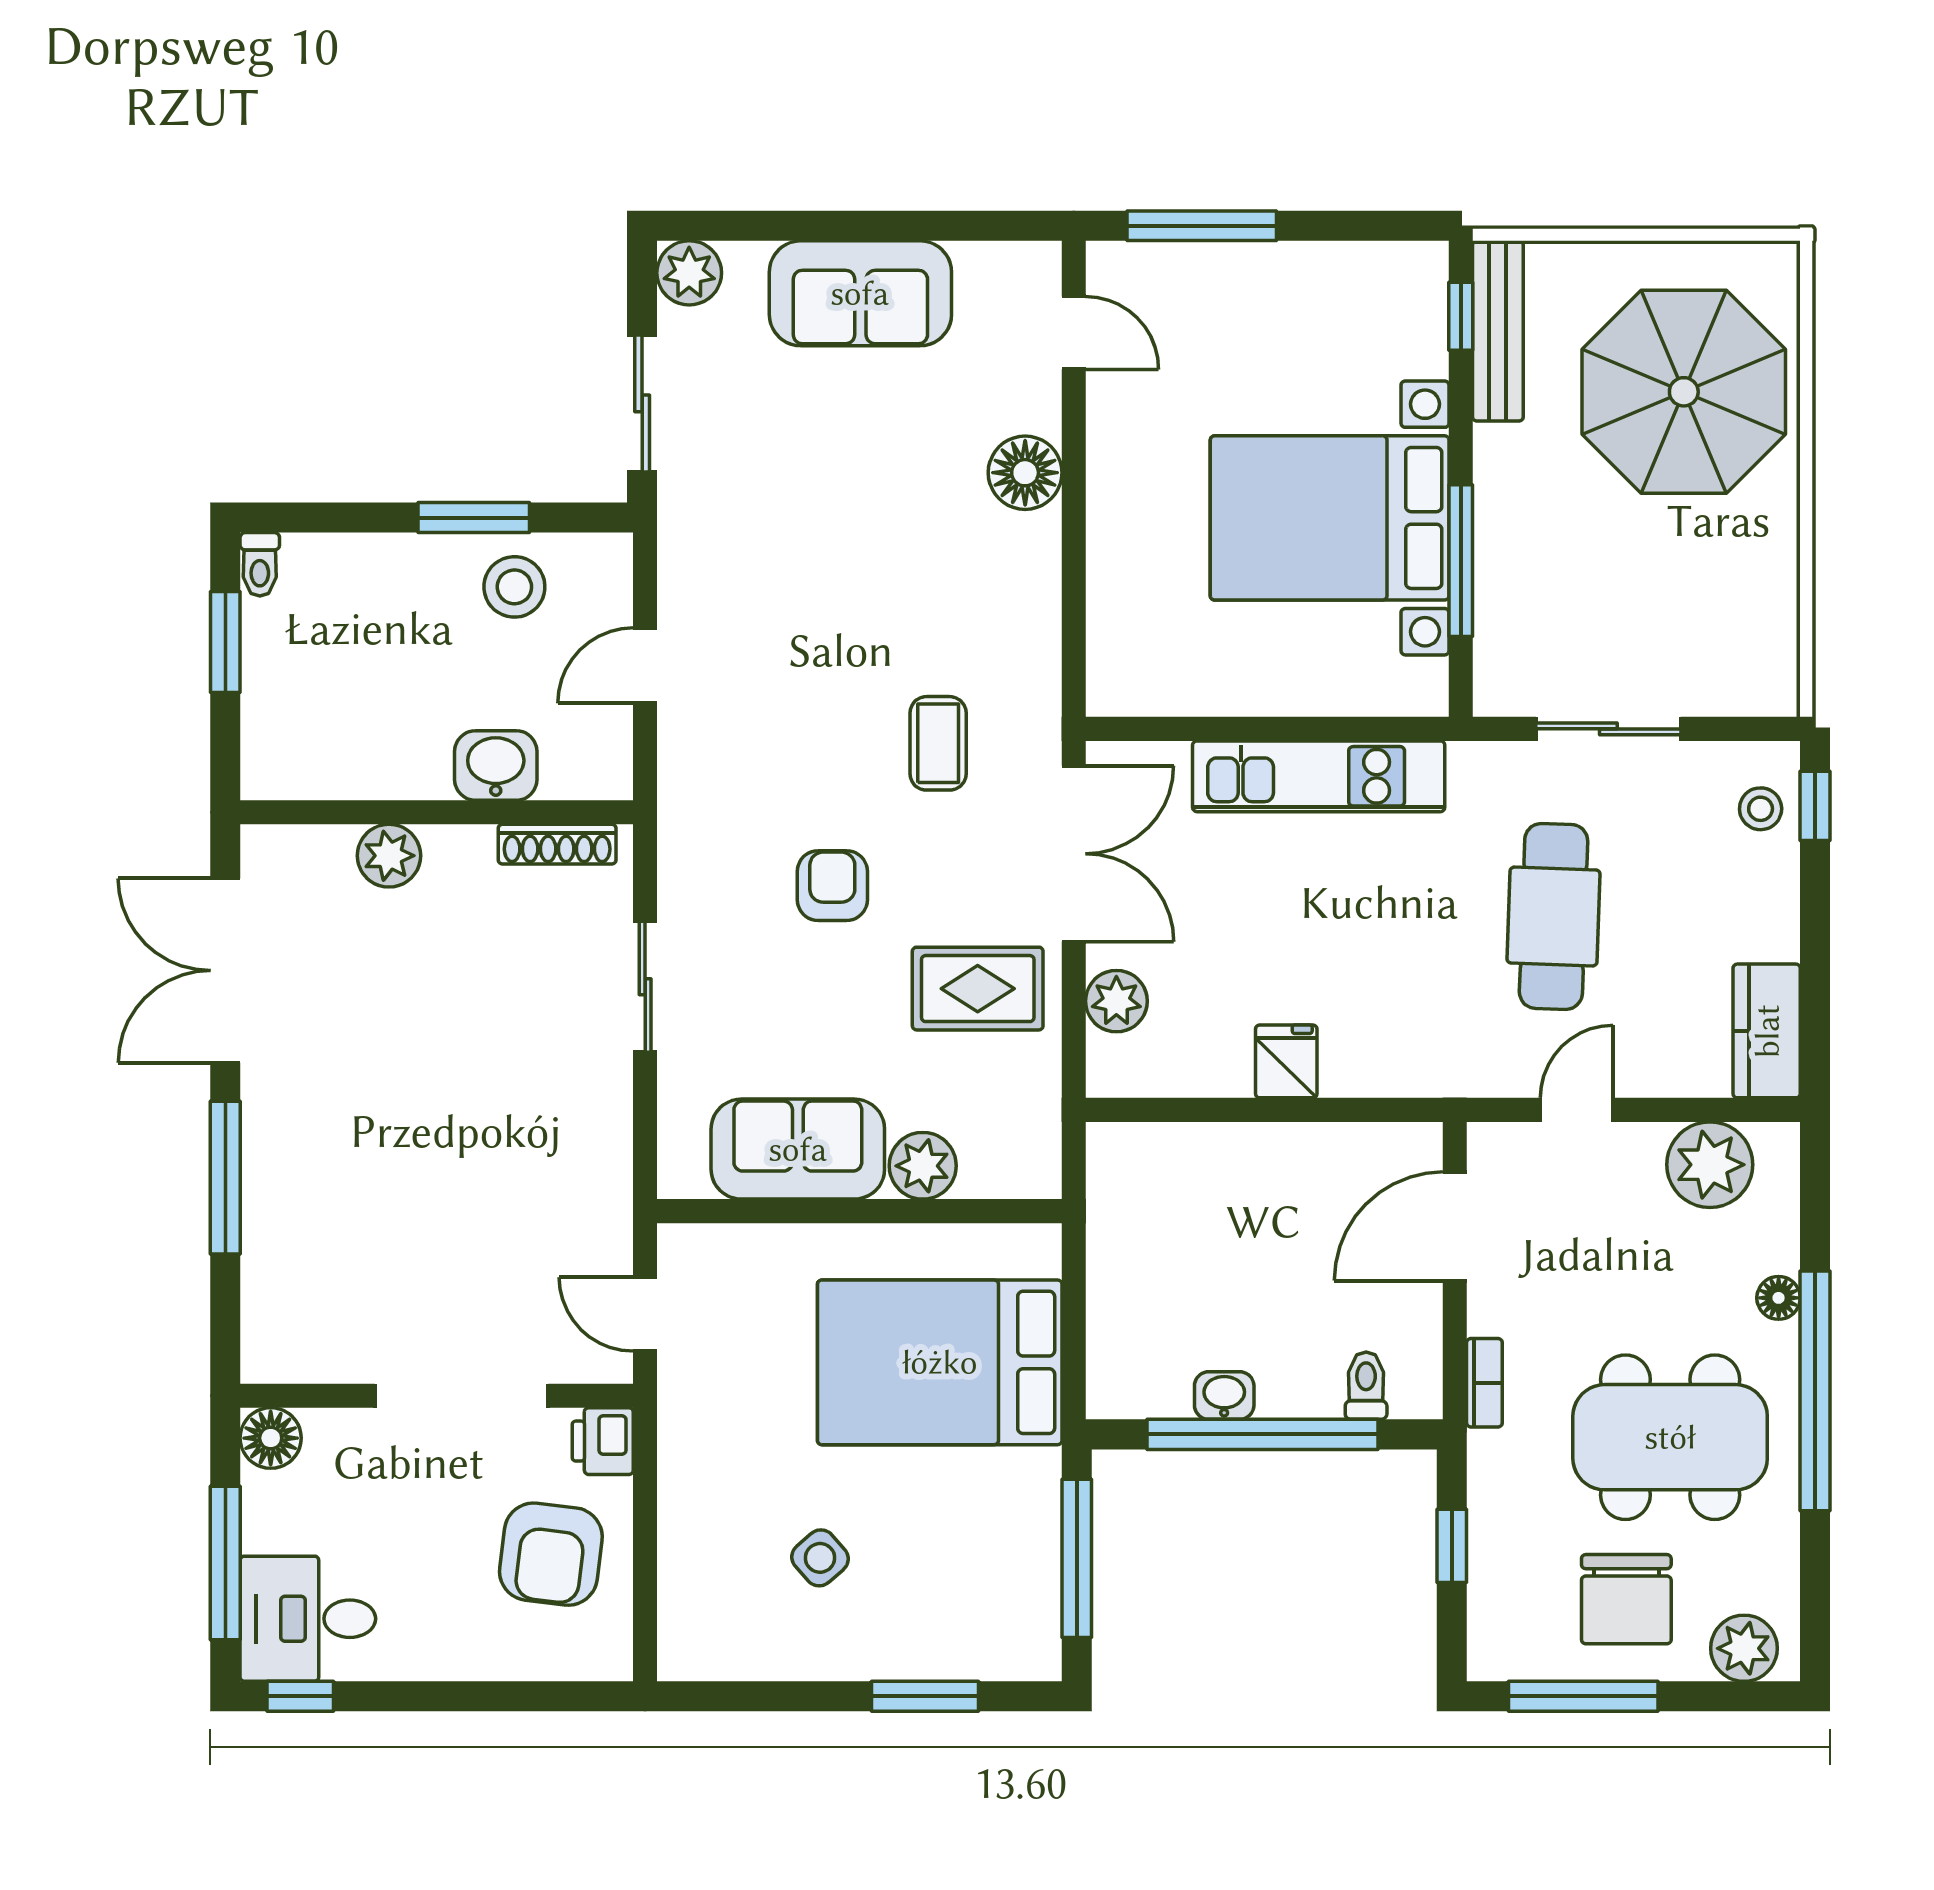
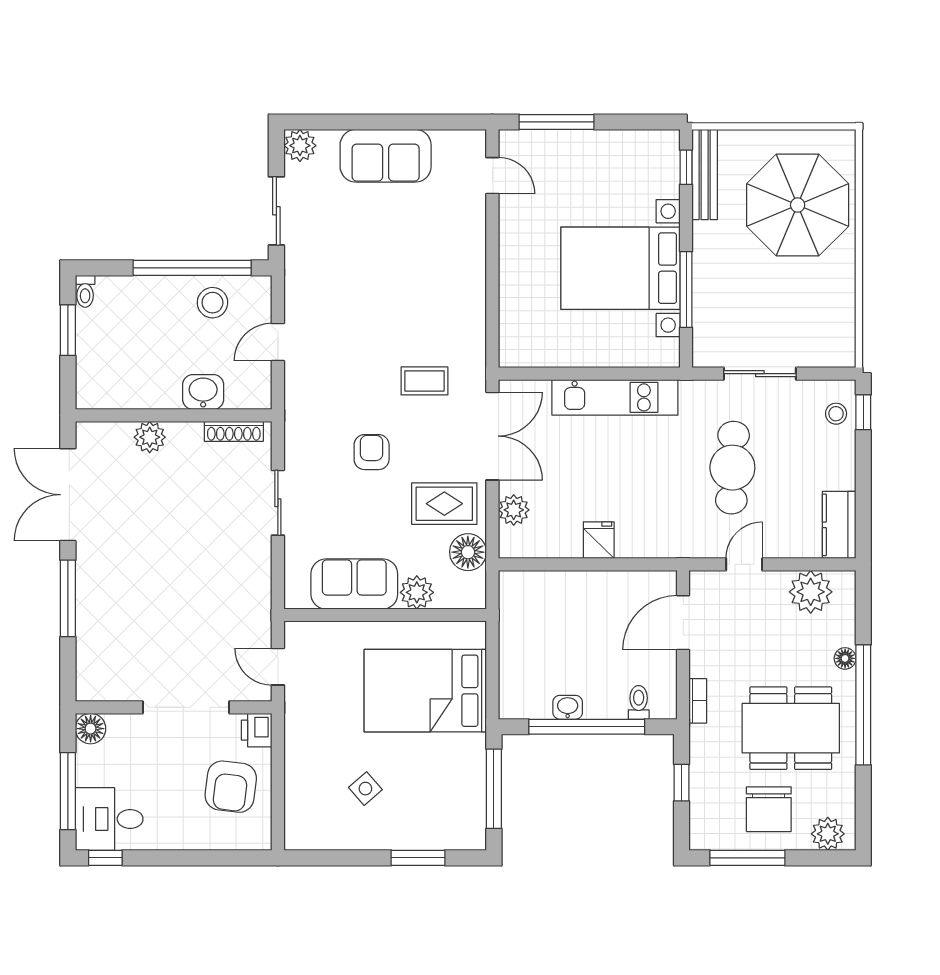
floor lamp: (1025, 473) -> (468, 552), moved
window: (474, 518) -> (192, 268), width x2.11
coffee table: (938, 743) -> (424, 381), turned 90

